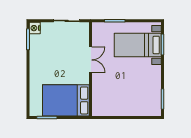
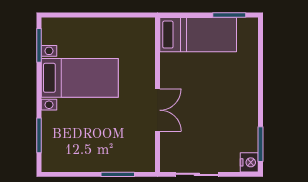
bed with nightstands: (138, 45) -> (80, 78), moved
double door: (91, 60) -> (158, 110), swing flipped
bed: (66, 100) -> (198, 35), width x0.67

